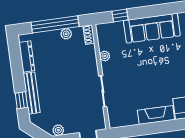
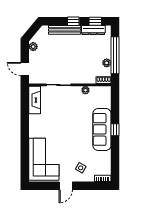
window: (120, 16) -> (115, 130), moved
window: (15, 56) -> (95, 21), added
window: (21, 100) -> (73, 21), moved
fireplace: (156, 115) -> (35, 100), moved

